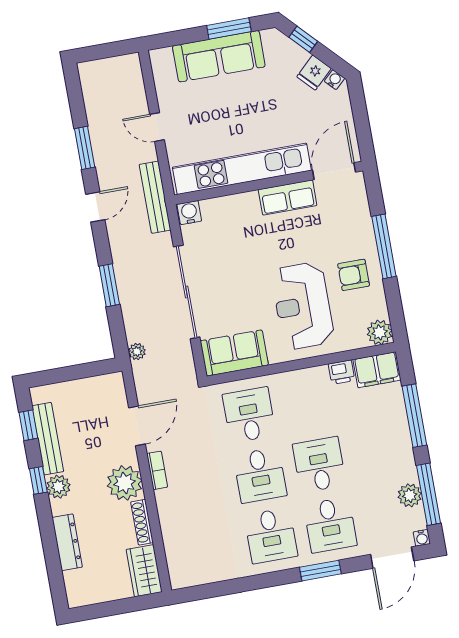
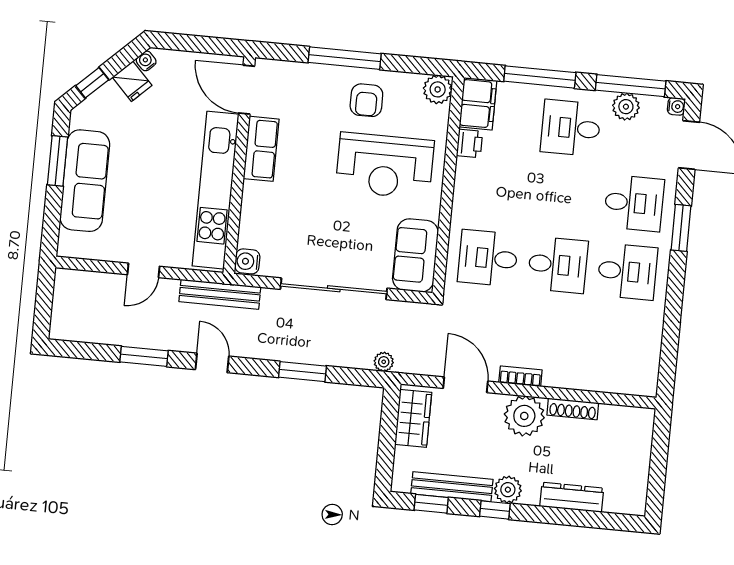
desk: (319, 465) -> (571, 128), moved
wardrobe: (144, 571) -> (413, 418), moved, turned -90

